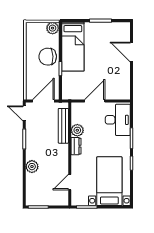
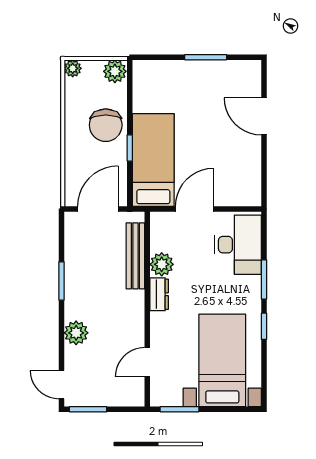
plant: (30, 27) -> (73, 68), added
bed: (73, 47) -> (153, 160), moved, turned 180
chair: (48, 57) -> (106, 125), turned -87
door: (24, 113) -> (61, 385), moved

